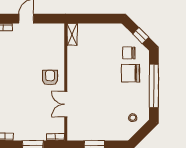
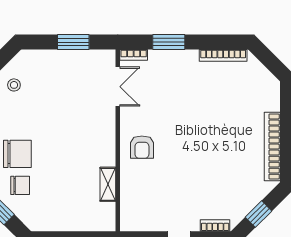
shelving: (72, 34) -> (108, 184), moved
double door: (66, 104) -> (118, 87), moved

